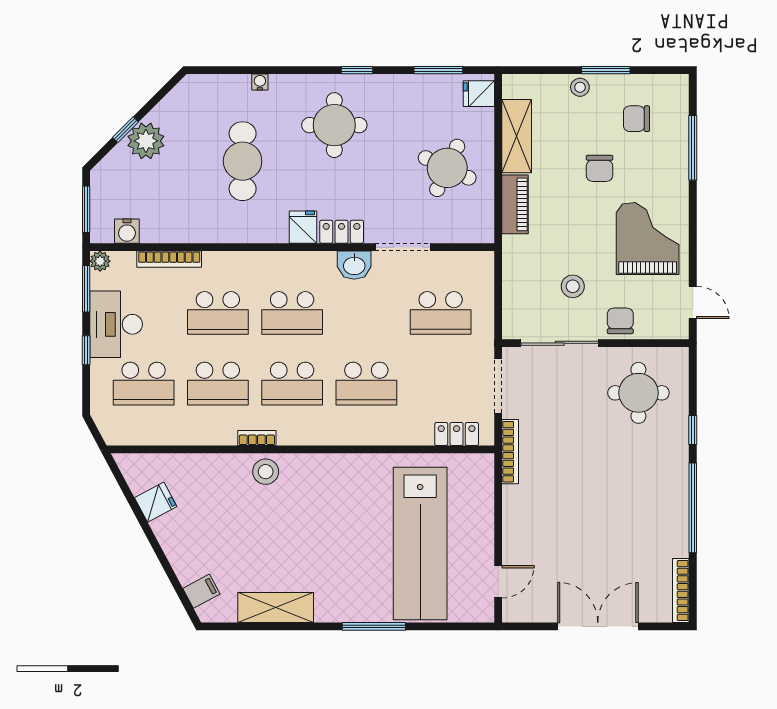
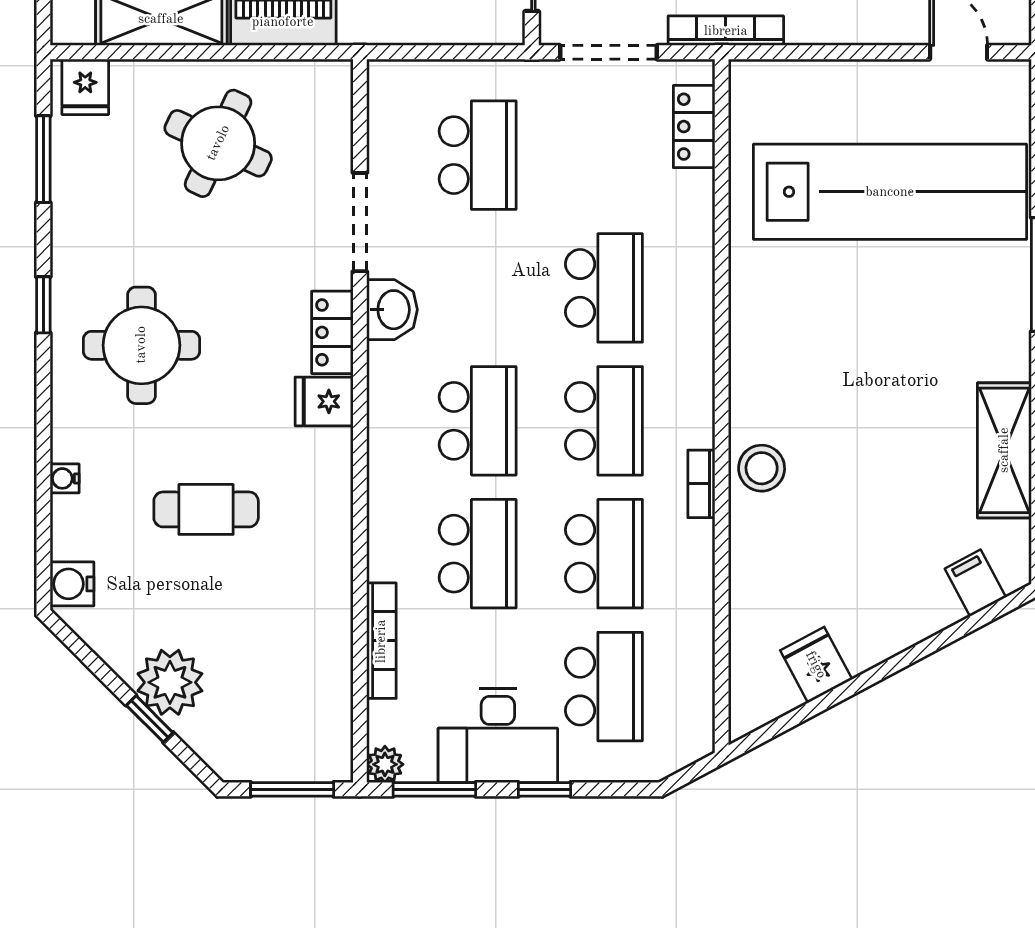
cafe table: (243, 161) -> (206, 509), width x0.73, depth x0.74
water cooler: (127, 231) -> (72, 584), moved, turned 180

